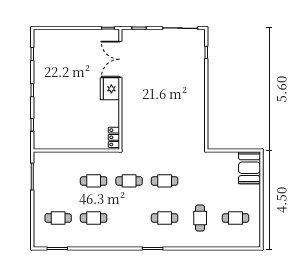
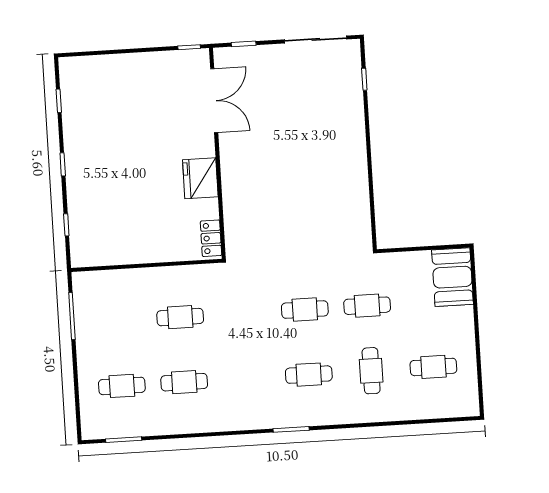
double door: (120, 59) -> (214, 101), swing flipped
fridge: (110, 89) -> (200, 178), moved
cafe table: (129, 181) -> (367, 306), moved

